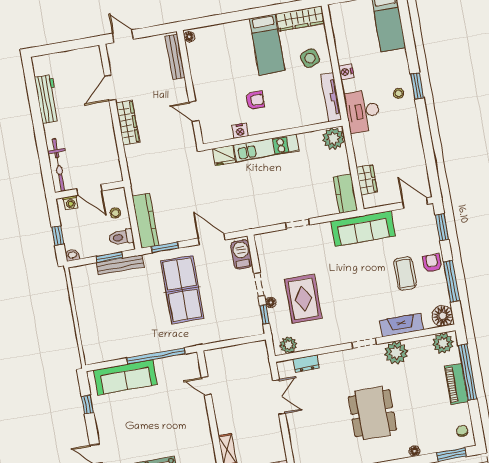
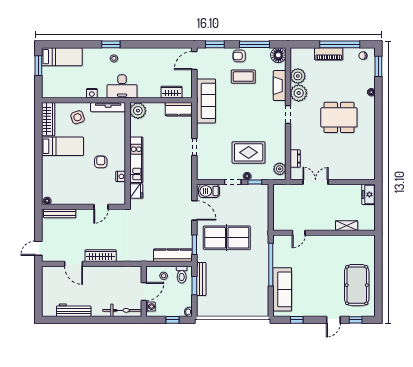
door: (212, 239) -> (194, 210), swing flipped
plant: (443, 343) -> (298, 76), moved
window: (468, 372) -> (340, 44), moved

